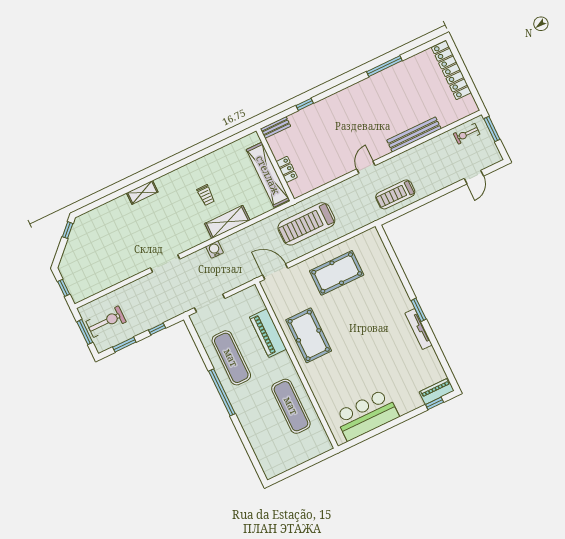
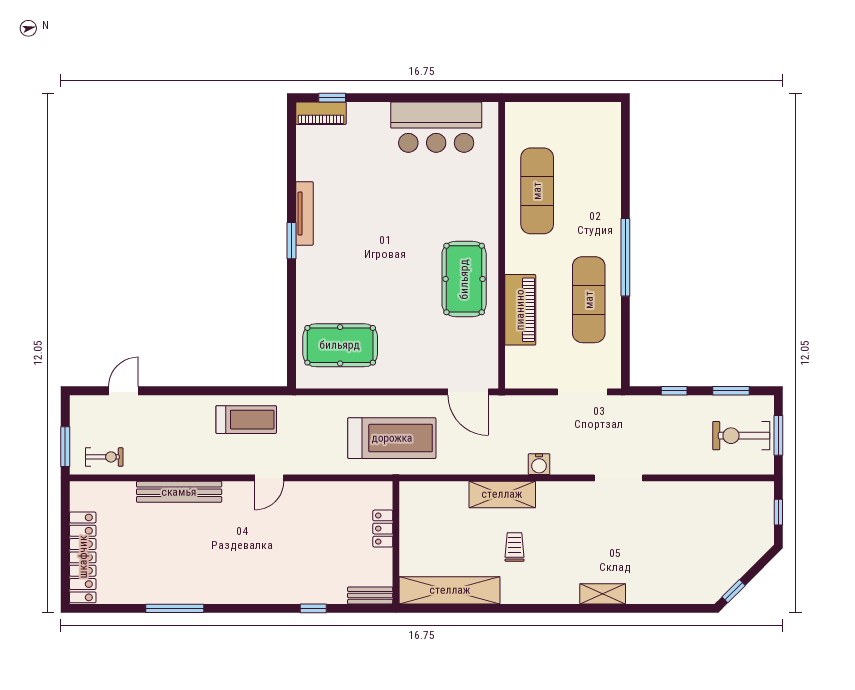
shelving: (268, 175) -> (450, 590), moved, turned 90
pool table: (337, 273) -> (340, 345), moved

